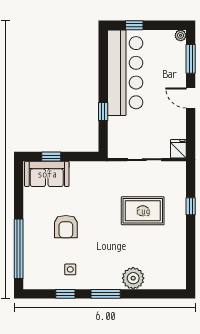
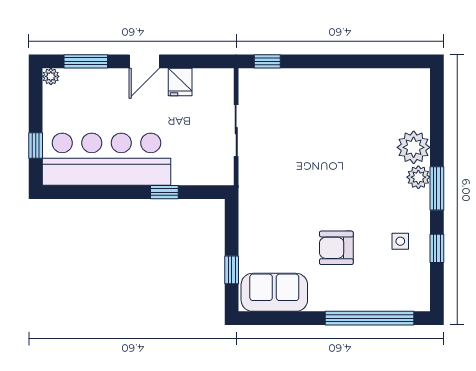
fridge: (178, 149) -> (180, 82), moved, turned -90
sofa: (47, 174) -> (274, 292), moved, turned -90
window: (191, 206) -> (267, 61), moved
rug: (143, 211) -> (313, 133), removed
armchair: (66, 227) -> (336, 248), turned 180
plant: (113, 281) -> (418, 177), added

